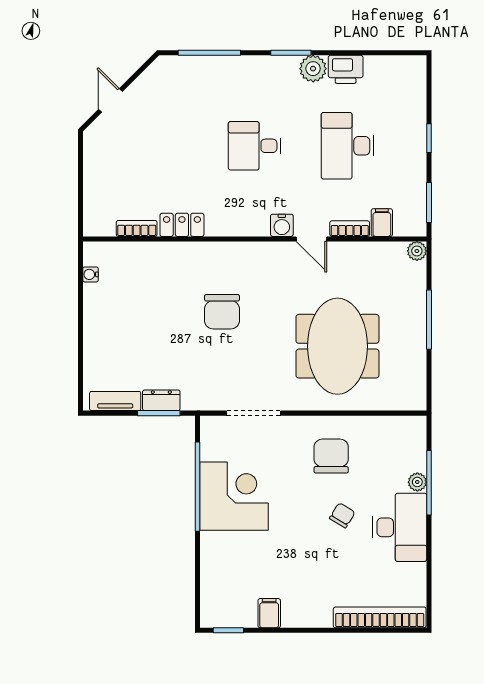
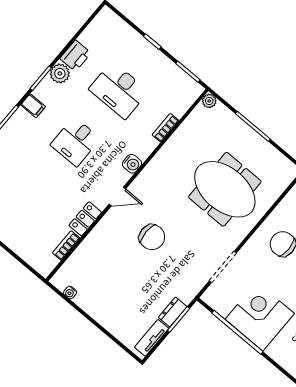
filing cabinet: (382, 223) -> (33, 106), moved, turned 180
door: (311, 239) -> (117, 196), moved

